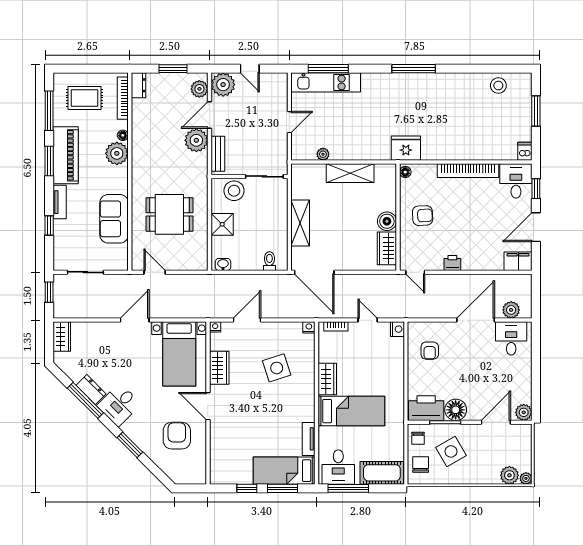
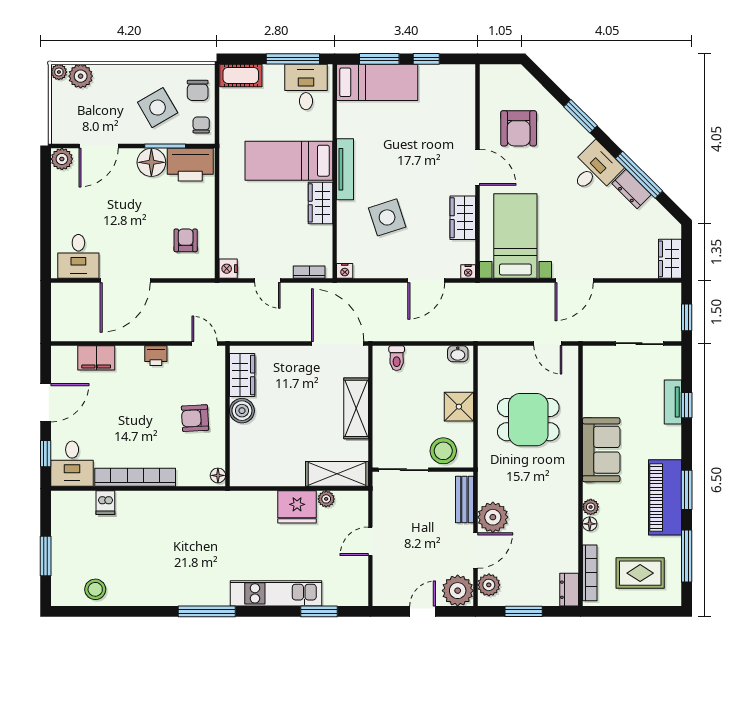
door: (250, 69) -> (423, 611), hinge flipped
window: (328, 69) -> (319, 611), width x0.69
kitchen unit: (326, 82) -> (276, 593), moved
fridge: (406, 148) -> (297, 507), moved
dishwasher: (525, 151) -> (105, 503), moved
plant: (117, 153) -> (591, 507), width x0.53, depth x0.53
shelving: (350, 173) -> (337, 474), moved
tv unit: (60, 202) -> (673, 402), moved
sofa: (114, 219) -> (601, 450), moved
filing cabinet: (518, 261) -> (96, 358), moved
plant: (511, 310) -> (78, 294), removed
tv unit: (309, 439) -> (345, 169), moved, width x1.41
cot: (382, 473) -> (241, 75), width x0.73, depth x0.75

